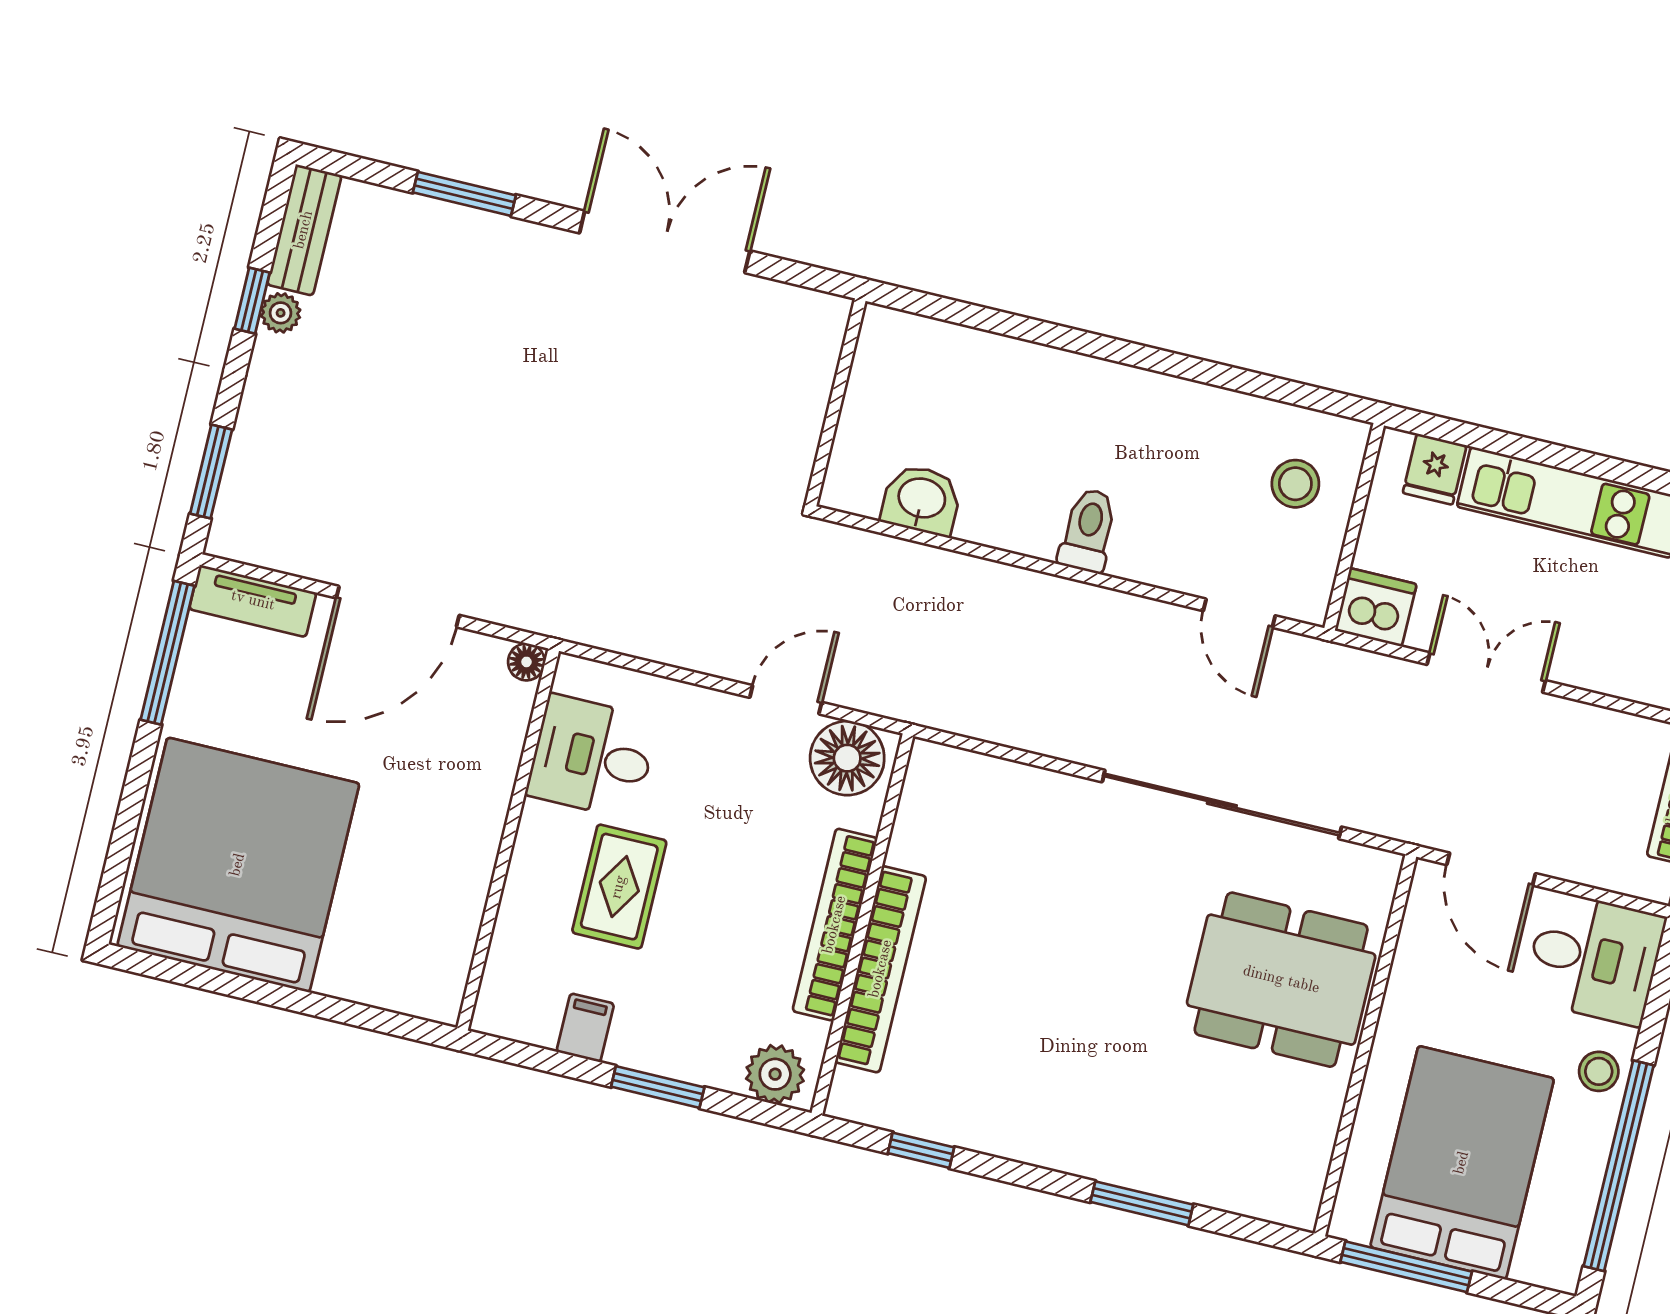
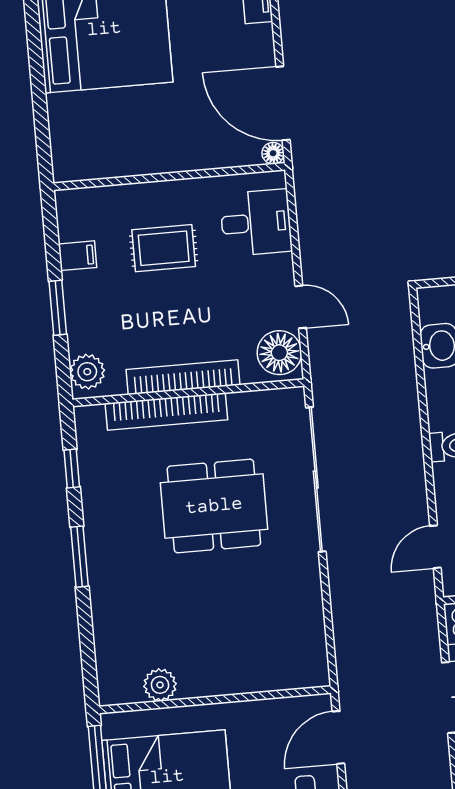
door: (398, 607) -> (283, 103), moved
desk: (592, 757) -> (256, 223), moved, turned 90
sliding door: (1222, 804) -> (316, 480), moved
dining table: (1281, 980) -> (214, 506), moved, turned 90
plant: (1313, 1125) -> (160, 685), added
window: (1142, 1203) -> (79, 557), moved

